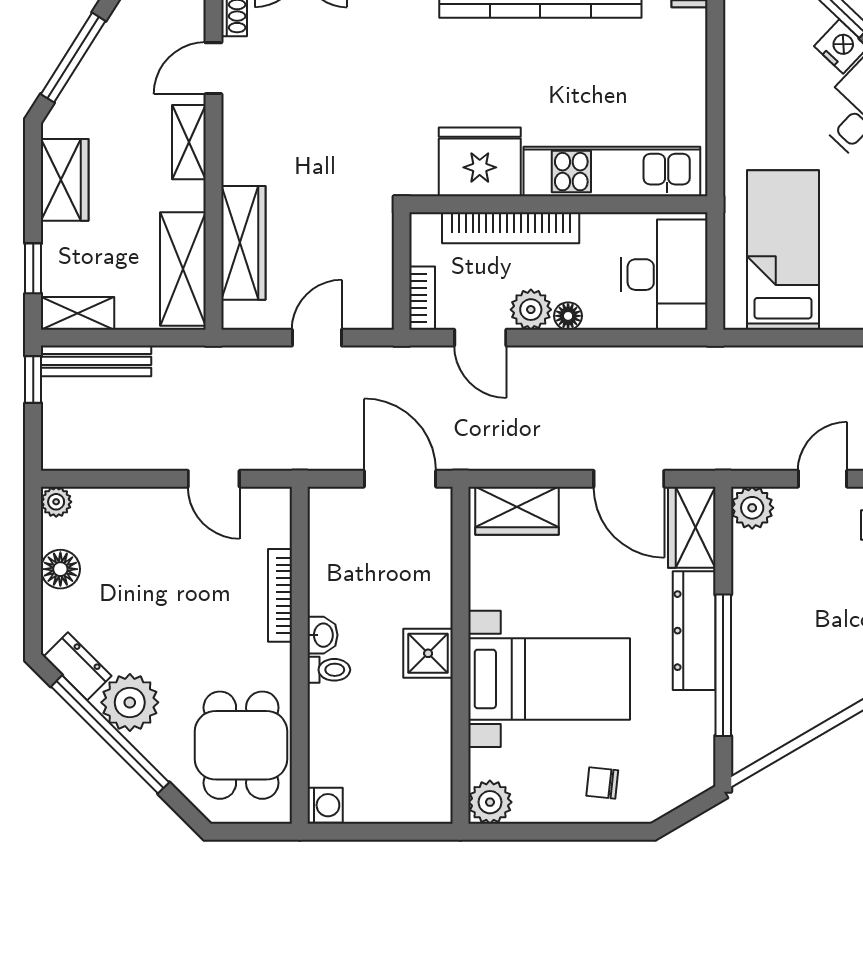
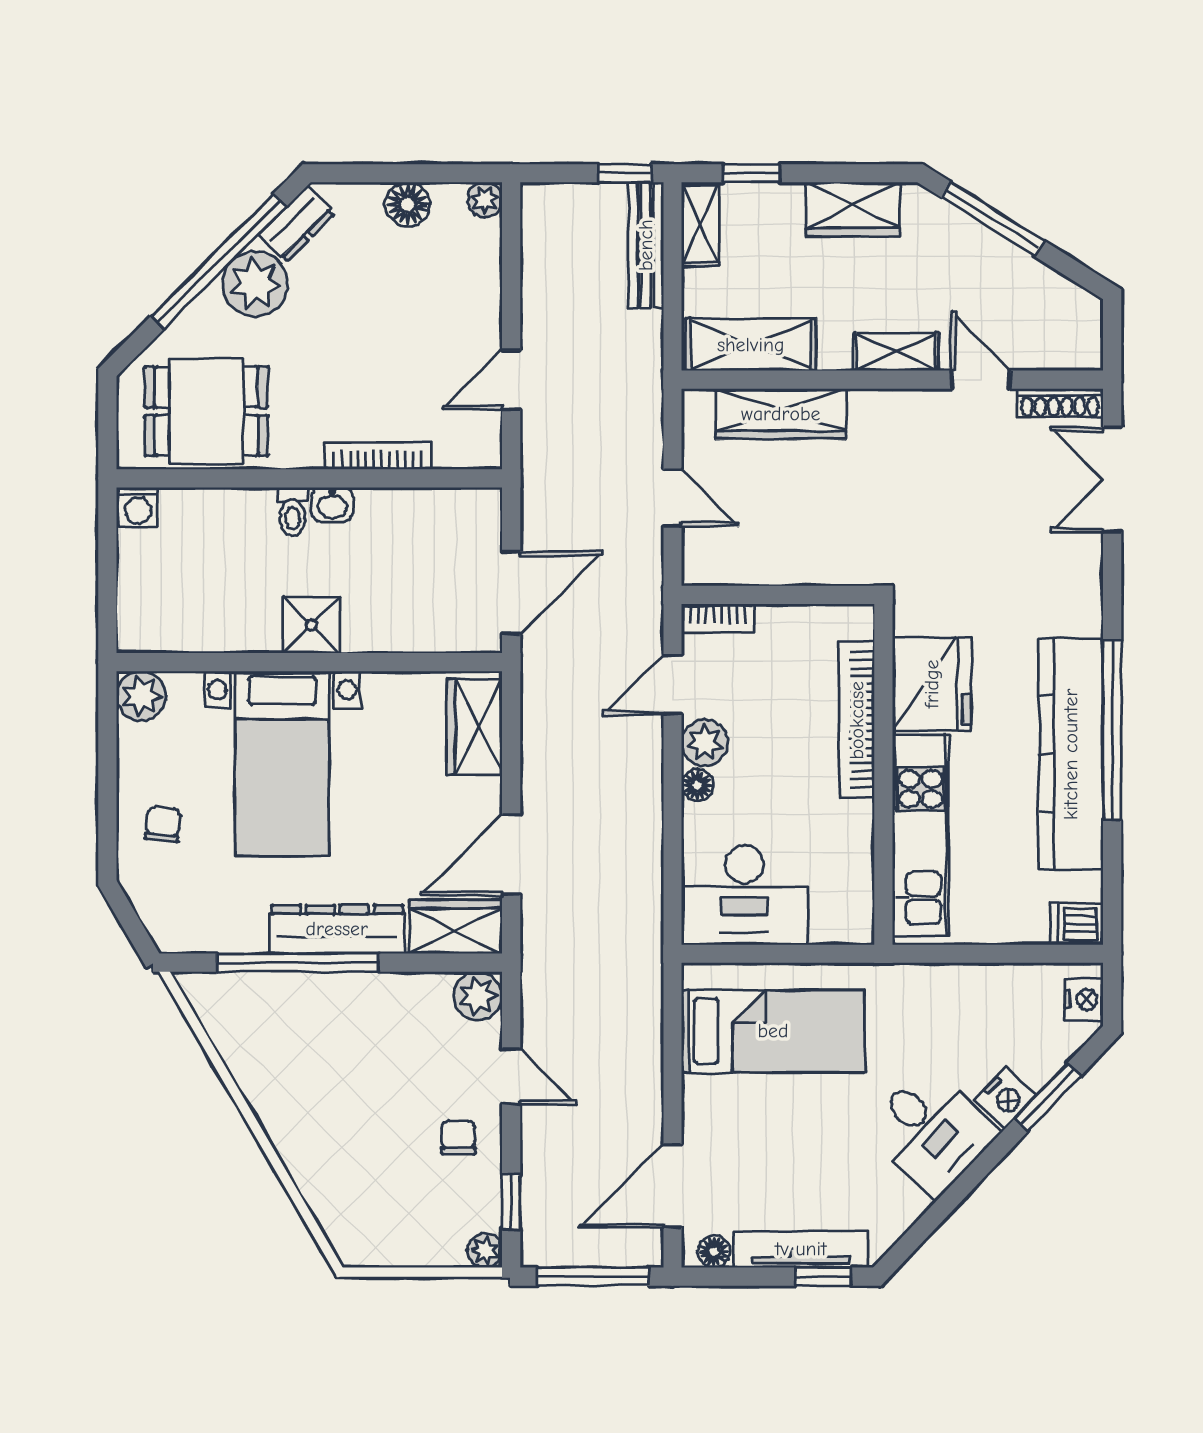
fridge: (480, 162) -> (932, 684), moved
kitchen unit: (612, 172) -> (921, 835), moved
wall: (558, 204) -> (883, 774), moved
bookcase: (511, 228) -> (857, 720), moved

